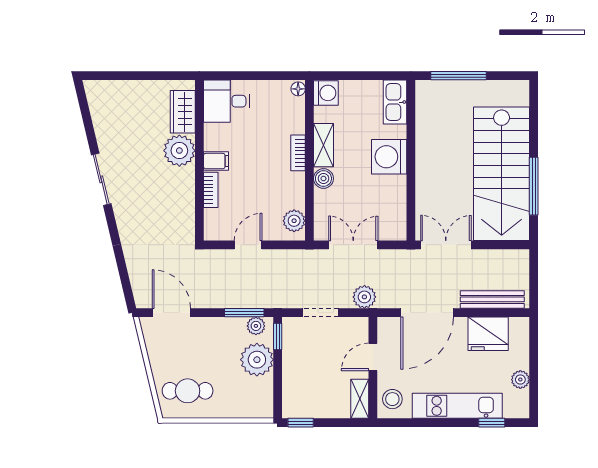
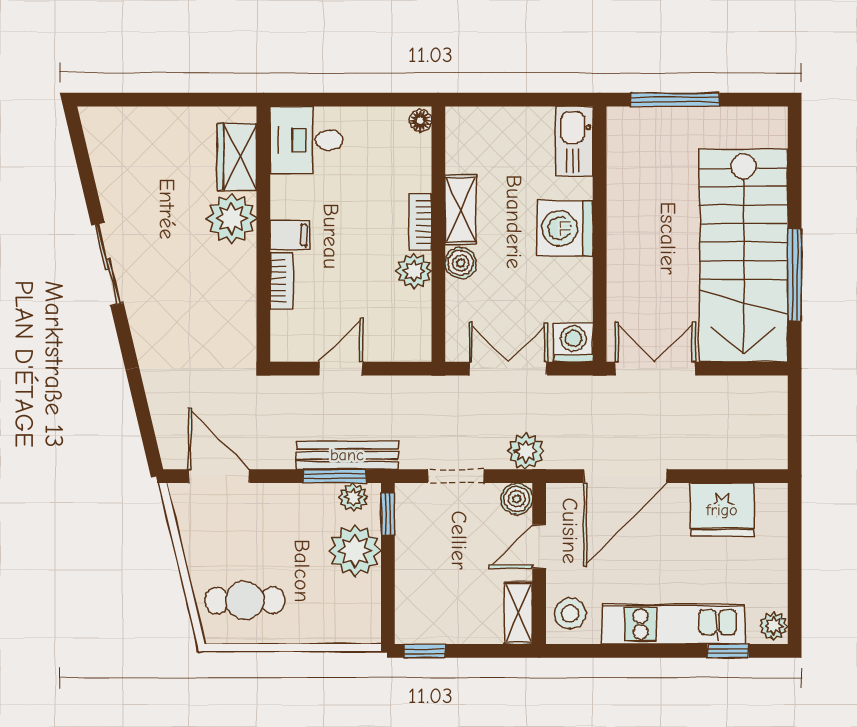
washing machine: (326, 93) -> (573, 342), moved, turned -90
plant: (294, 221) -> (414, 271), moved
bench: (492, 299) -> (347, 455), moved
boiler: (359, 327) -> (517, 499), added
plant: (520, 380) -> (774, 626), moved

